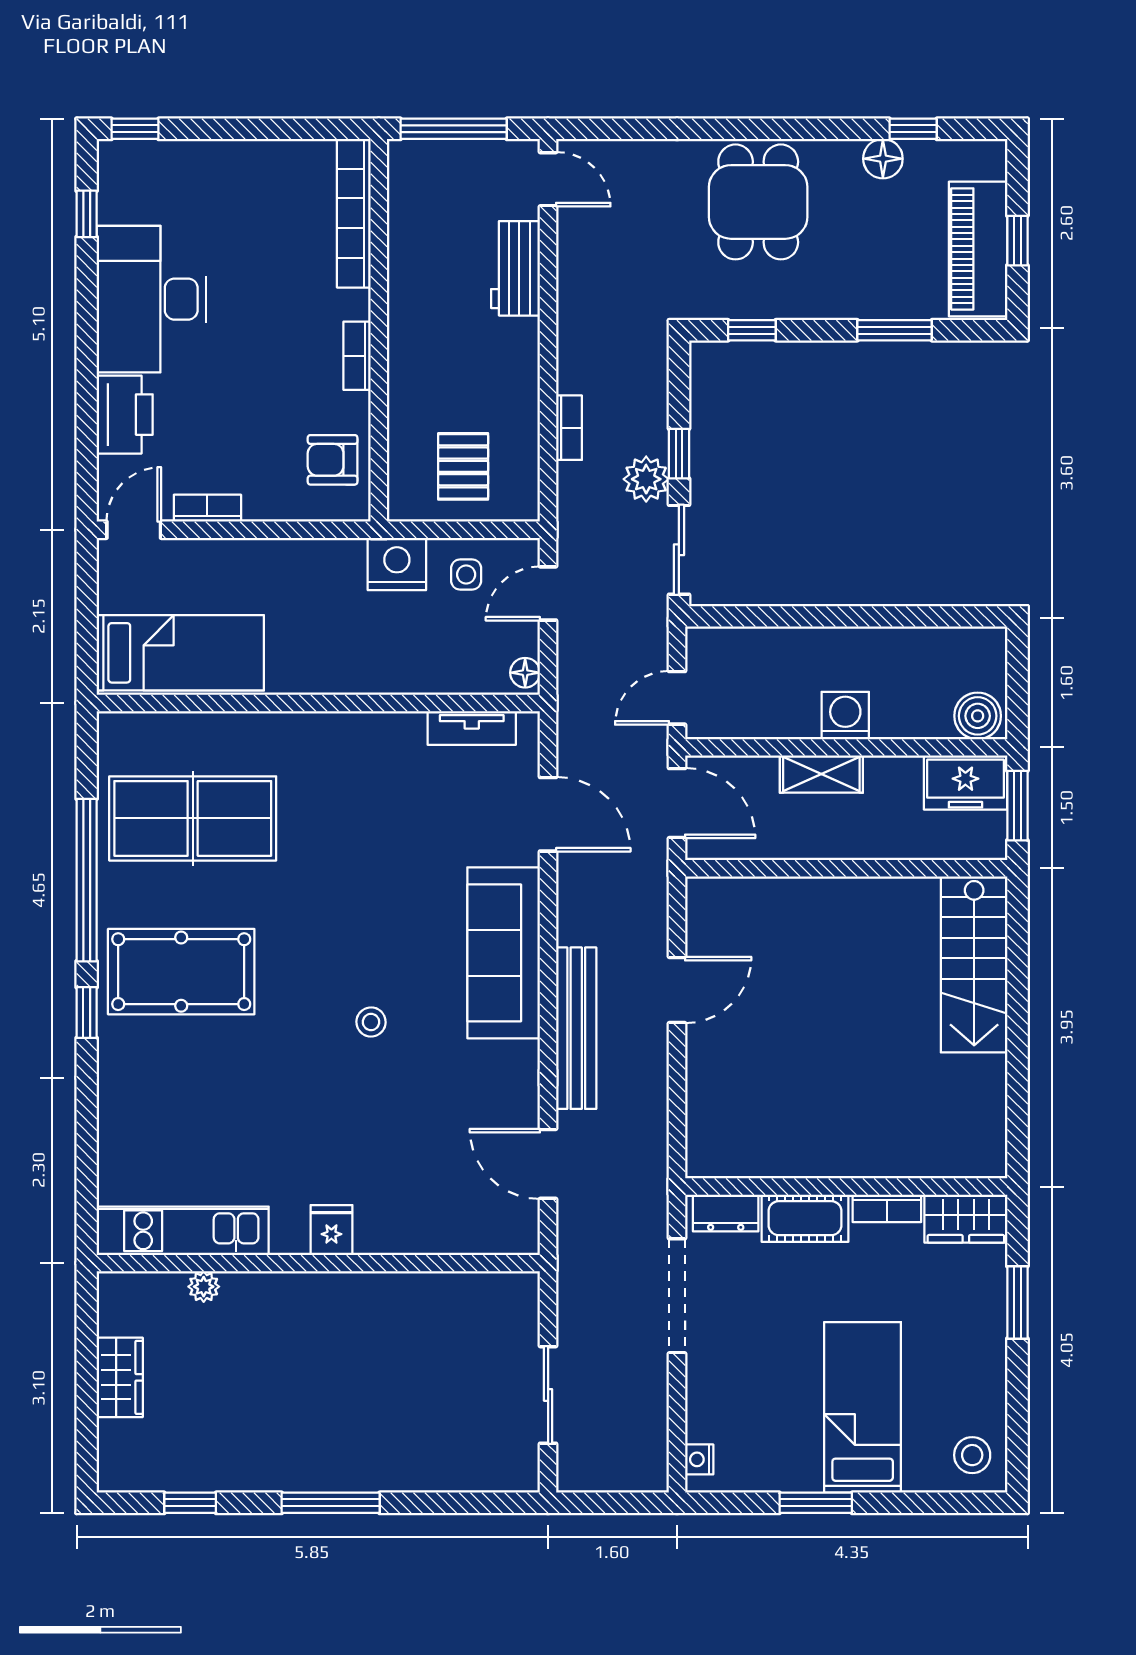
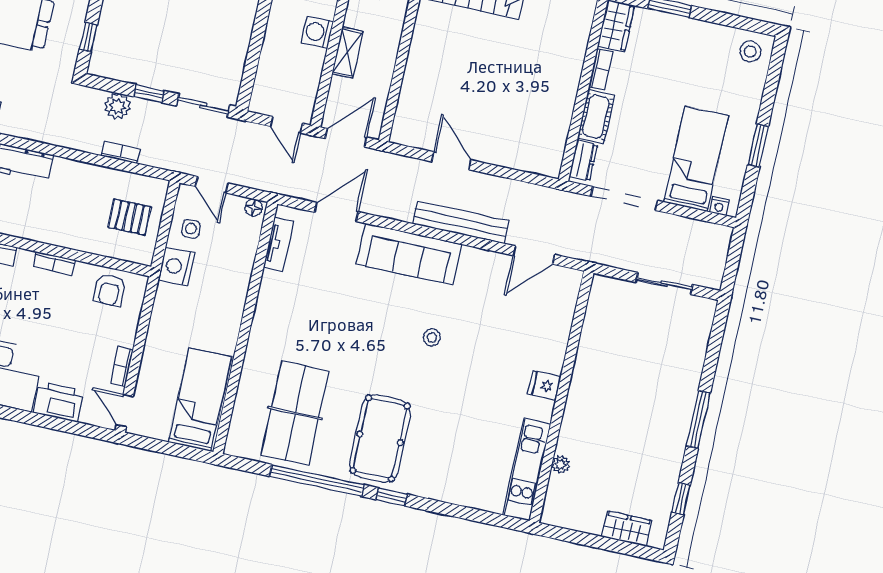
plant: (646, 479) -> (117, 106), moved
wardrobe: (120, 1377) -> (627, 529), moved
bed: (863, 1407) -> (696, 159), moved, turned 90

